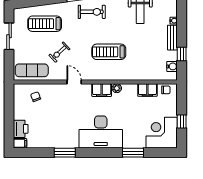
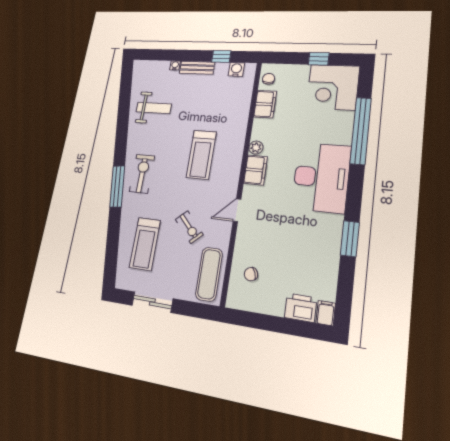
window: (133, 153) -> (361, 131), width x2.11

